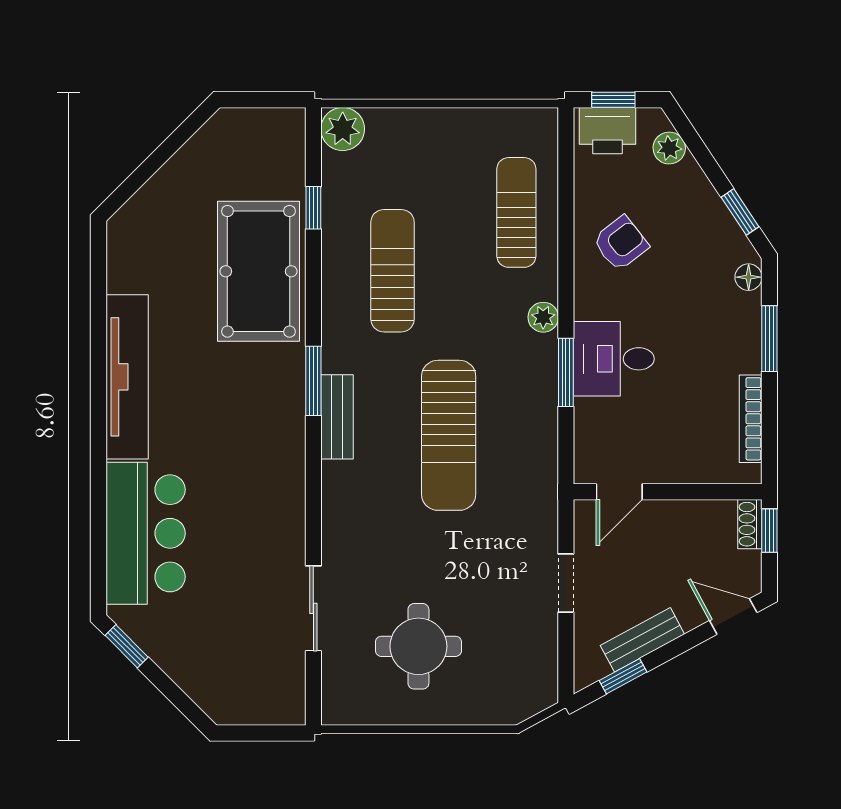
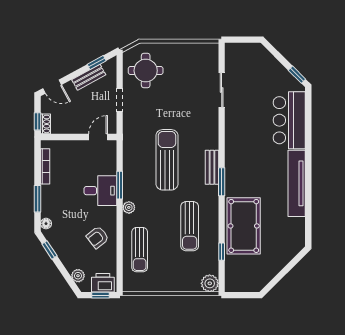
round table: (418, 646) -> (146, 71), moved

